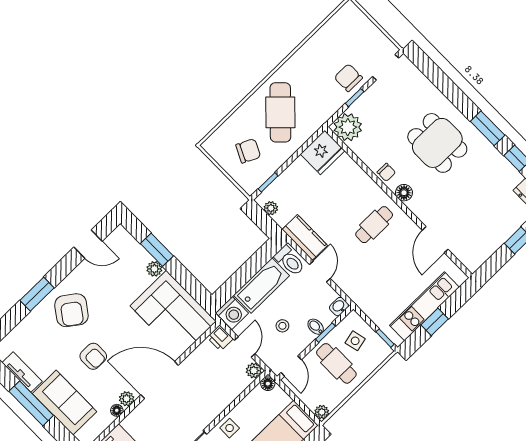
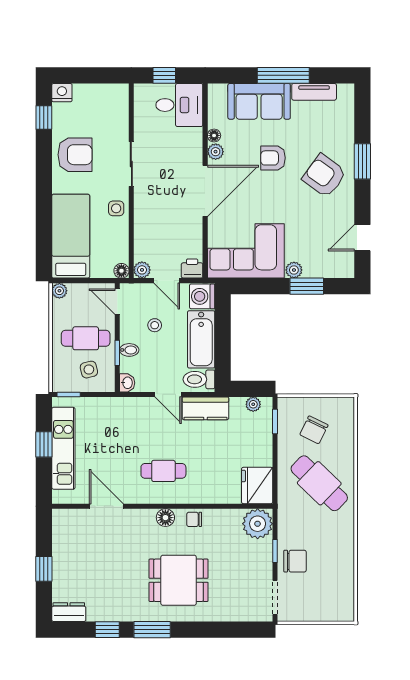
cafe table: (374, 225) -> (163, 471), turned 90

